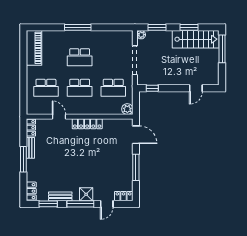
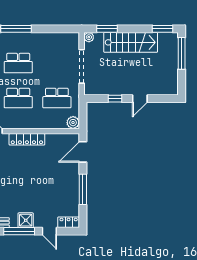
window: (189, 27) -> (162, 29), moved
stairs: (196, 39) -> (131, 42), moved
window: (152, 88) -> (115, 99), moved
door: (196, 88) -> (140, 99), moved
door: (136, 135) -> (83, 152), swing flipped
door: (107, 204) -> (49, 231), hinge flipped

